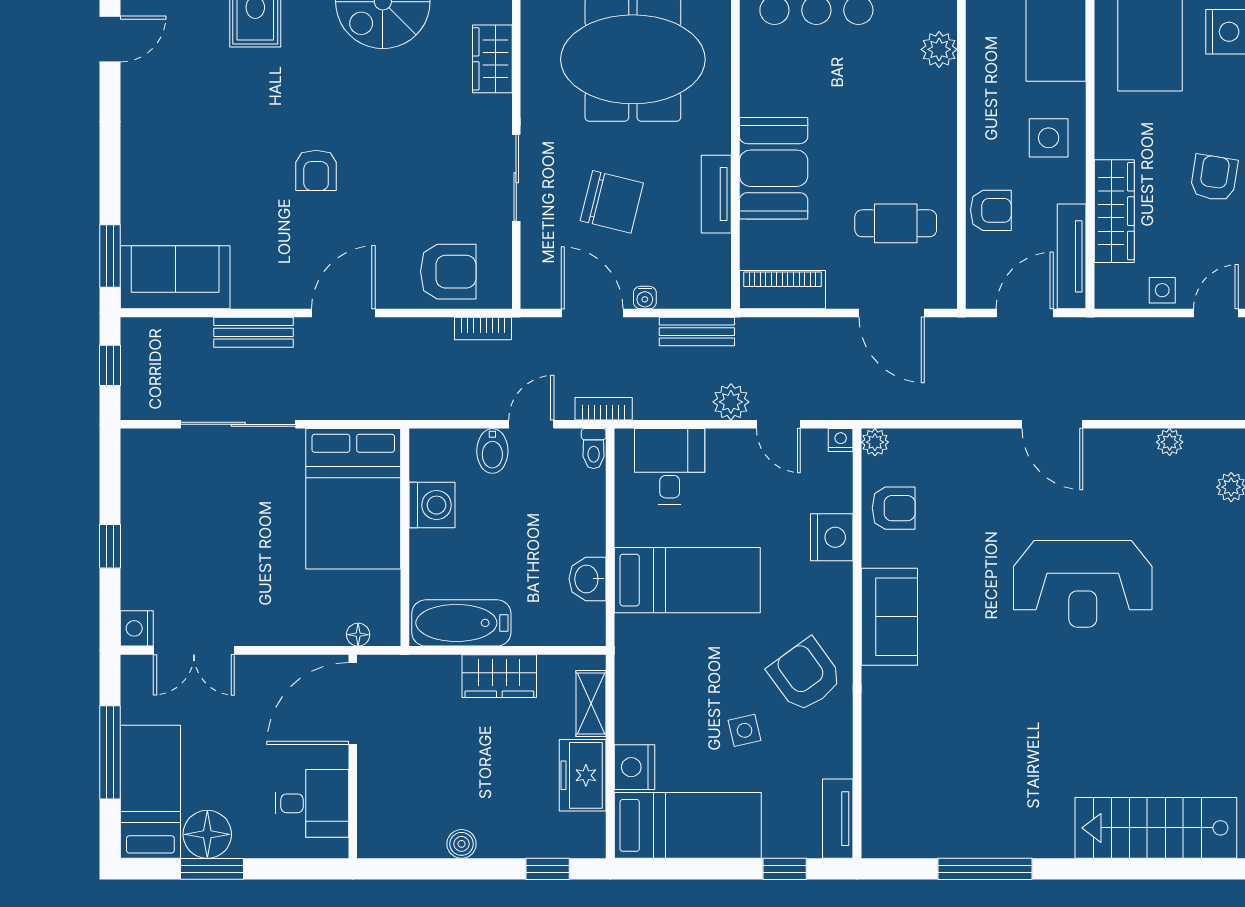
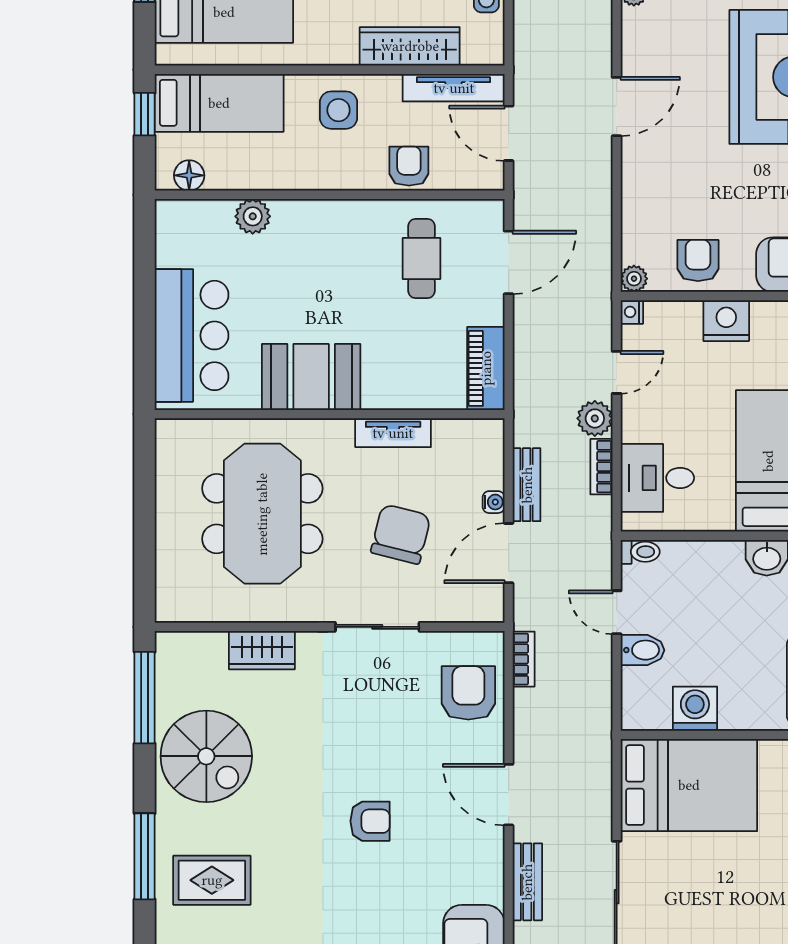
booth: (774, 168) -> (311, 377), moved
bench: (697, 332) -> (527, 485), moved
bookcase: (604, 409) -> (601, 467), moved

